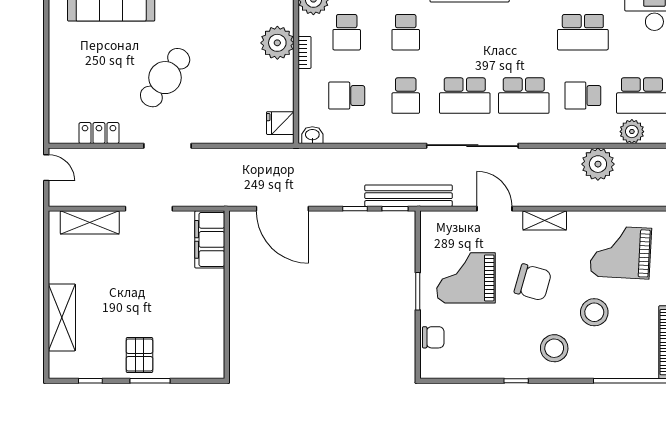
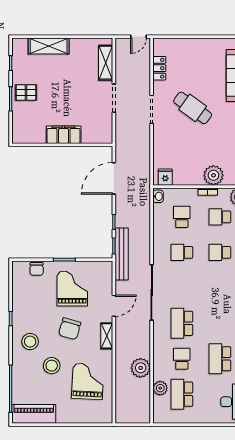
school desk: (465, 96) -> (182, 288), removed
filing cabinet: (210, 239) -> (64, 135), moved

